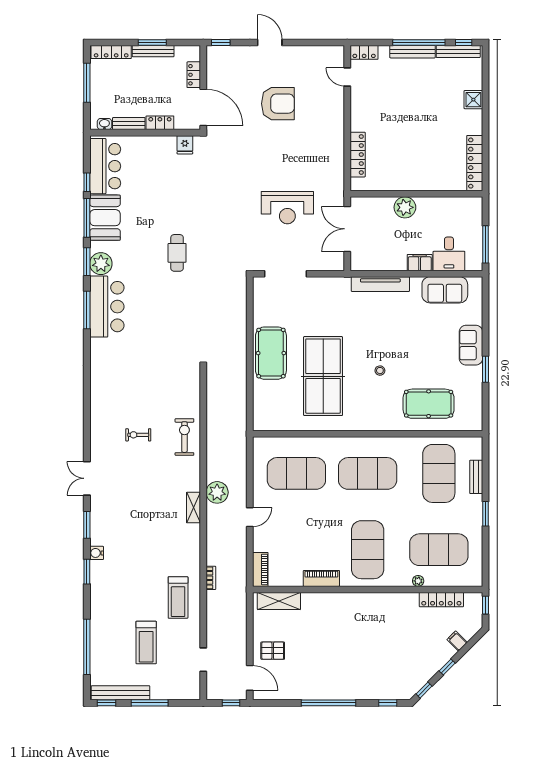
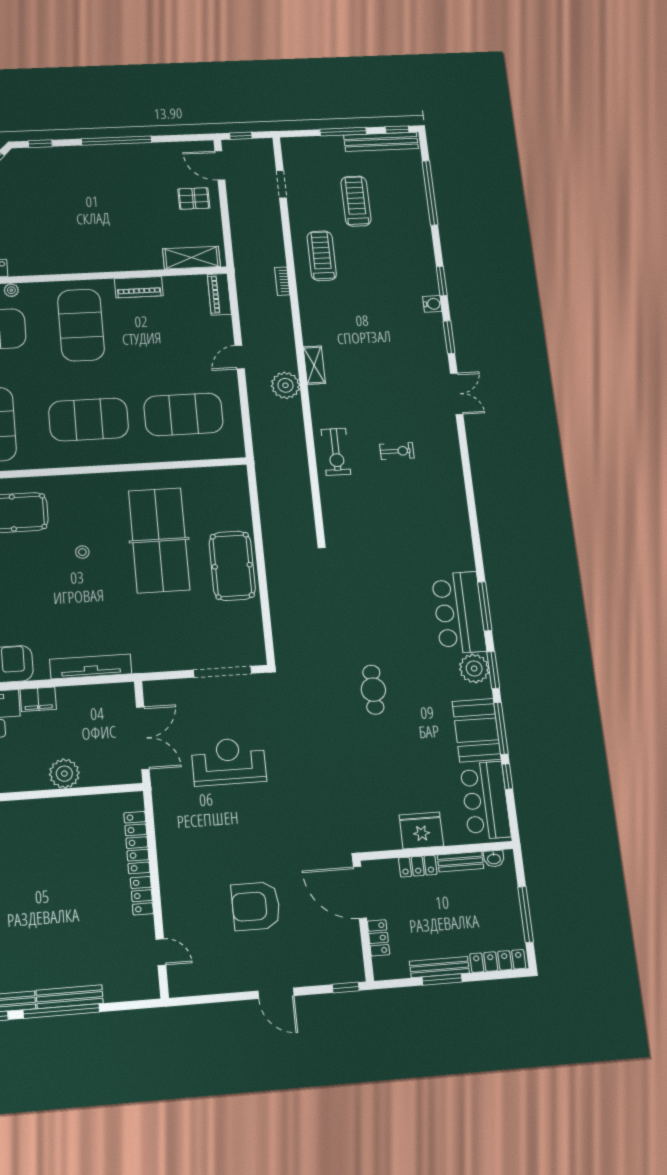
locker: (364, 52) -> (142, 896), moved, turned -90
fridge: (185, 145) -> (421, 830), moved, width x1.88, depth x1.34

